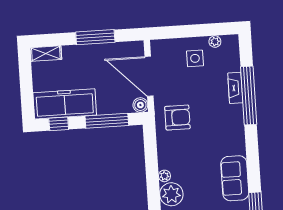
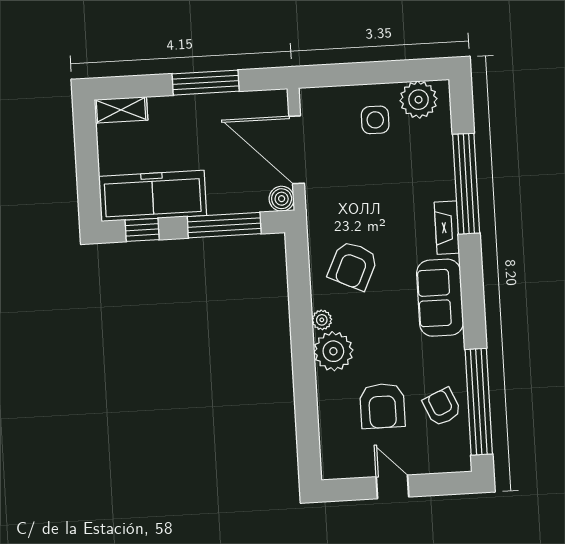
plant: (215, 42) -> (419, 100), width x1.87, depth x1.87
fireplace: (235, 88) -> (447, 228), moved
armchair: (177, 118) -> (353, 265), moved, turned 115
sofa: (235, 178) -> (440, 298), moved

